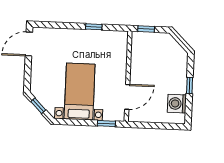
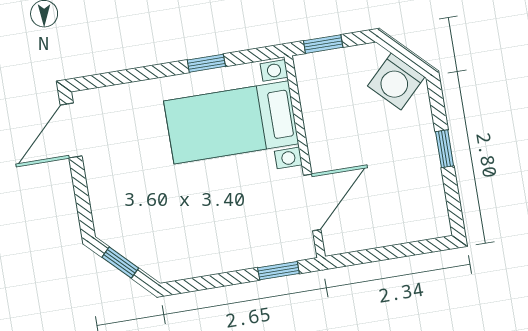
bed with nightstands: (80, 92) -> (231, 122), moved, turned -90
washing machine: (177, 104) -> (396, 81), moved, turned -45

